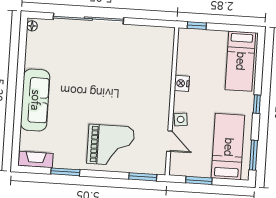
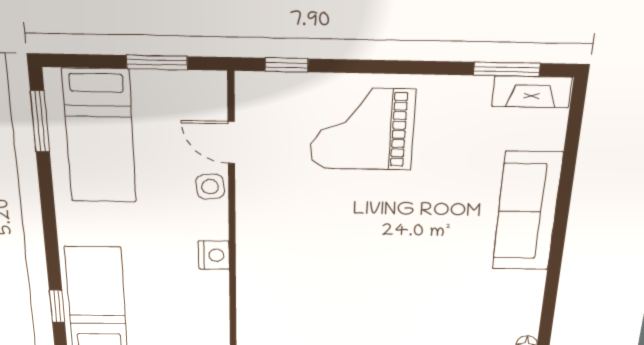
window: (257, 104) -> (57, 306), moved
window: (65, 172) -> (507, 69), moved
window: (143, 177) -> (287, 65), width x0.67

